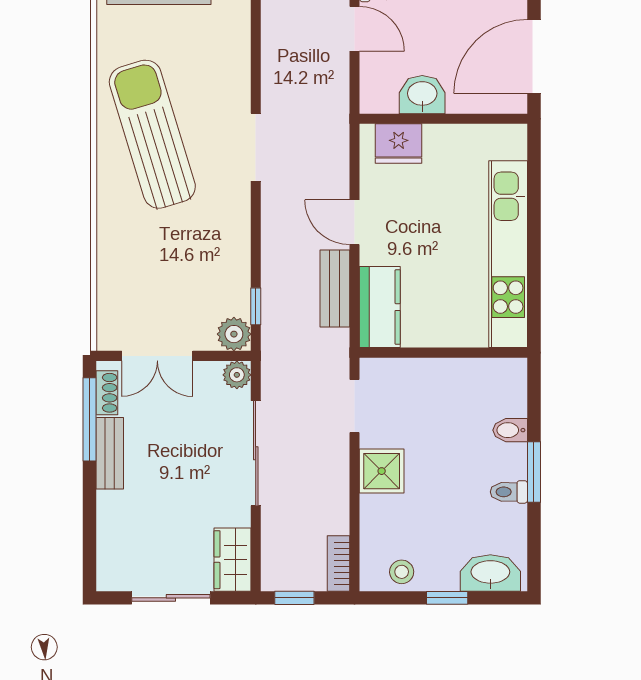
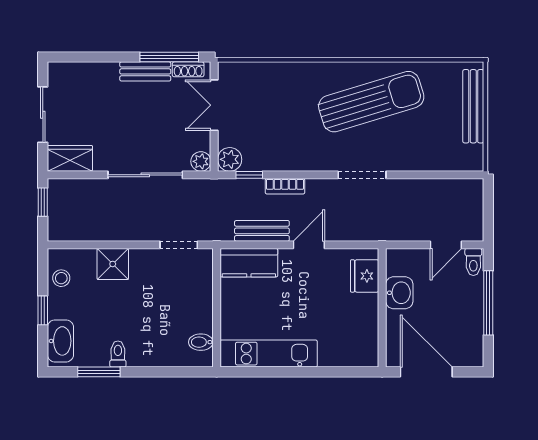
kitchen unit: (508, 254) -> (269, 354), width x0.73
bidet: (510, 430) -> (201, 342), moved, turned -90
shower: (382, 471) -> (113, 264), moved
window: (534, 472) -> (99, 372), moved
bookcase: (338, 564) -> (285, 186), moved, turned 180

